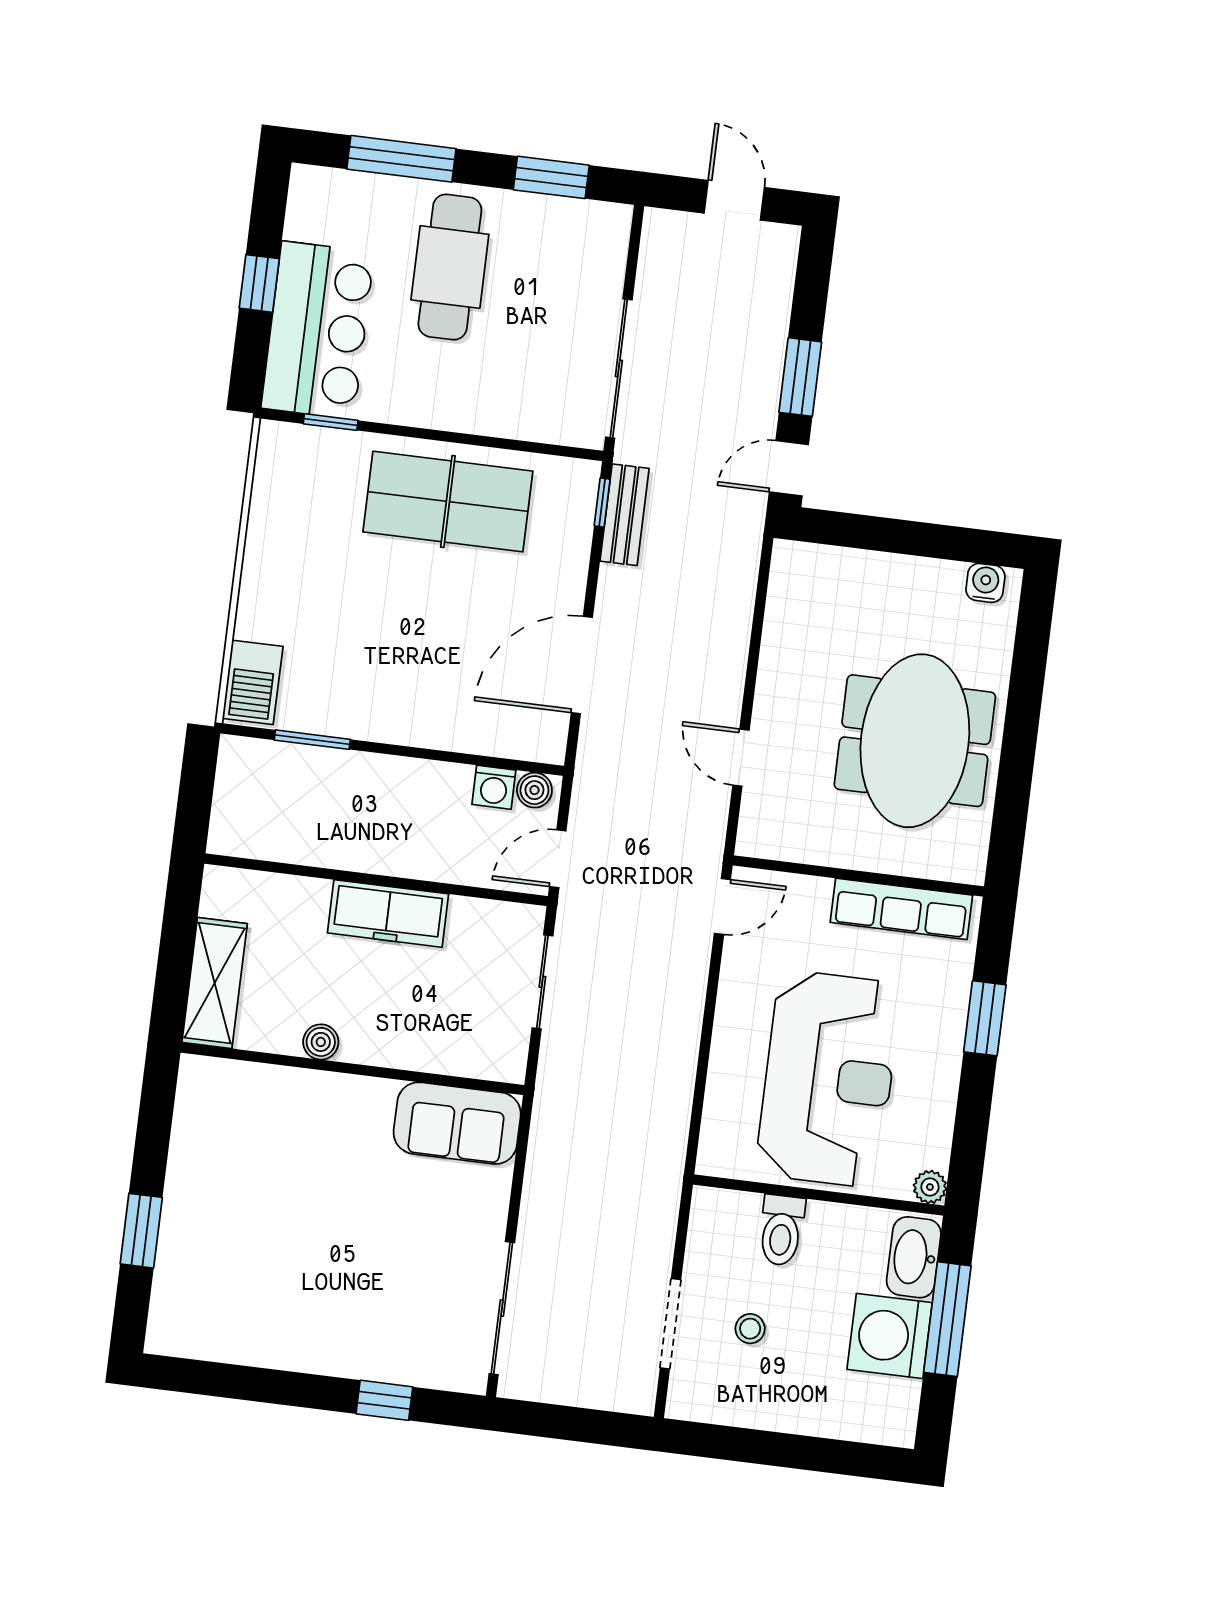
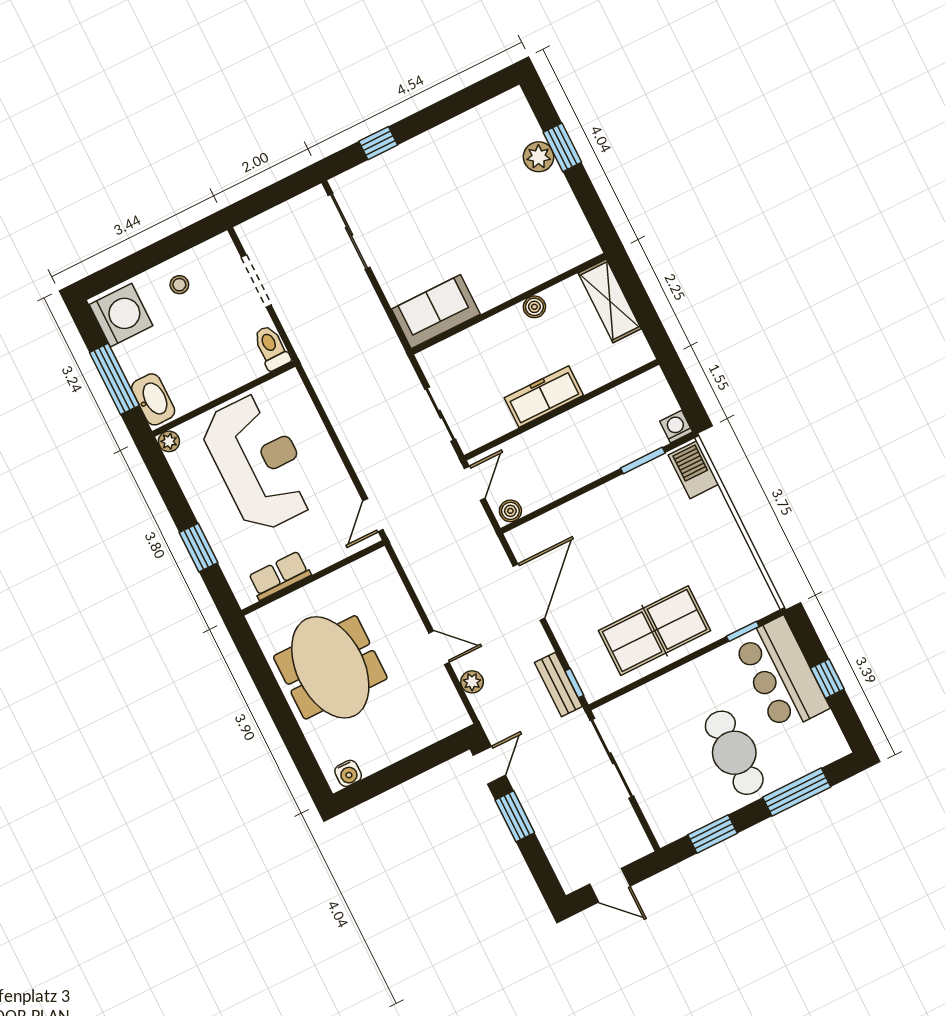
plant: (738, 595) -> (472, 682), added
door: (741, 758) -> (439, 648), moved
washing machine: (494, 787) -> (676, 427), moved
row of seats: (901, 909) -> (279, 576), width x0.68
reception desk: (828, 1079) -> (259, 462), turned 180
toilet: (781, 1230) -> (271, 348), moved
plant: (182, 1239) -> (539, 157), added
stool: (750, 1329) -> (179, 285), moved
washing machine: (890, 1336) -> (121, 315), moved

